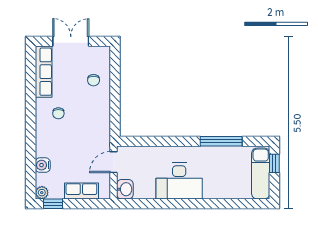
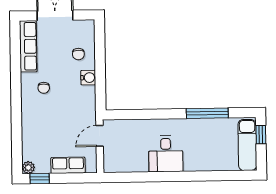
water cooler: (43, 165) -> (88, 78), moved, turned 180
desk: (179, 181) -> (166, 154), width x0.73
washbasin: (125, 189) -> (112, 163), removed

